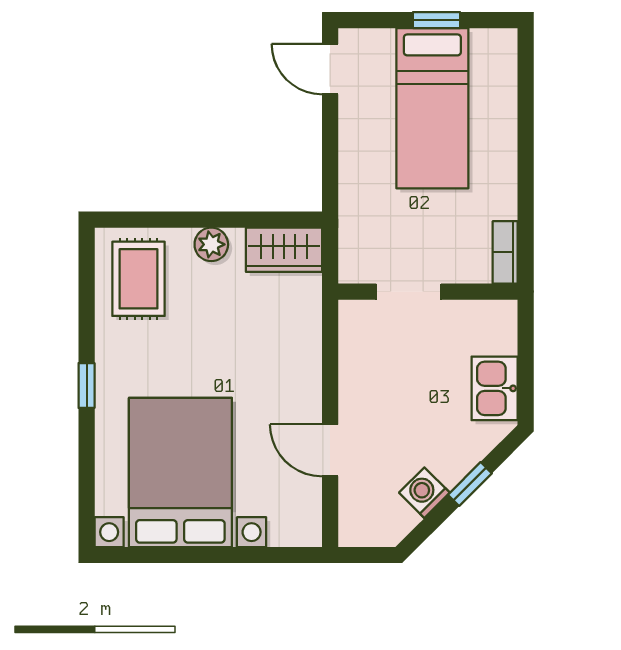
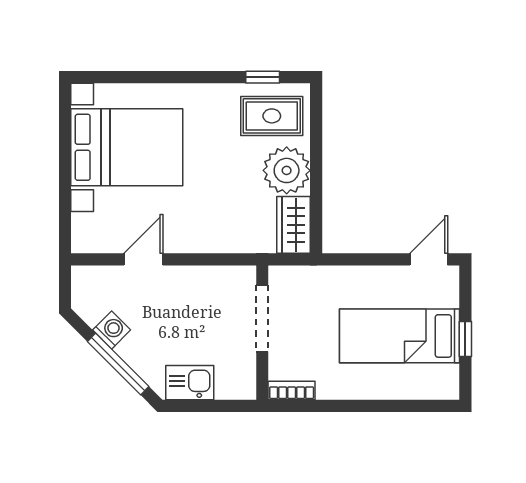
plant: (211, 244) -> (287, 170), width x1.87, depth x1.87
doorway: (409, 292) -> (262, 318), width x1.38
window: (87, 385) -> (263, 77), moved
window: (470, 484) -> (118, 364), width x2.17

